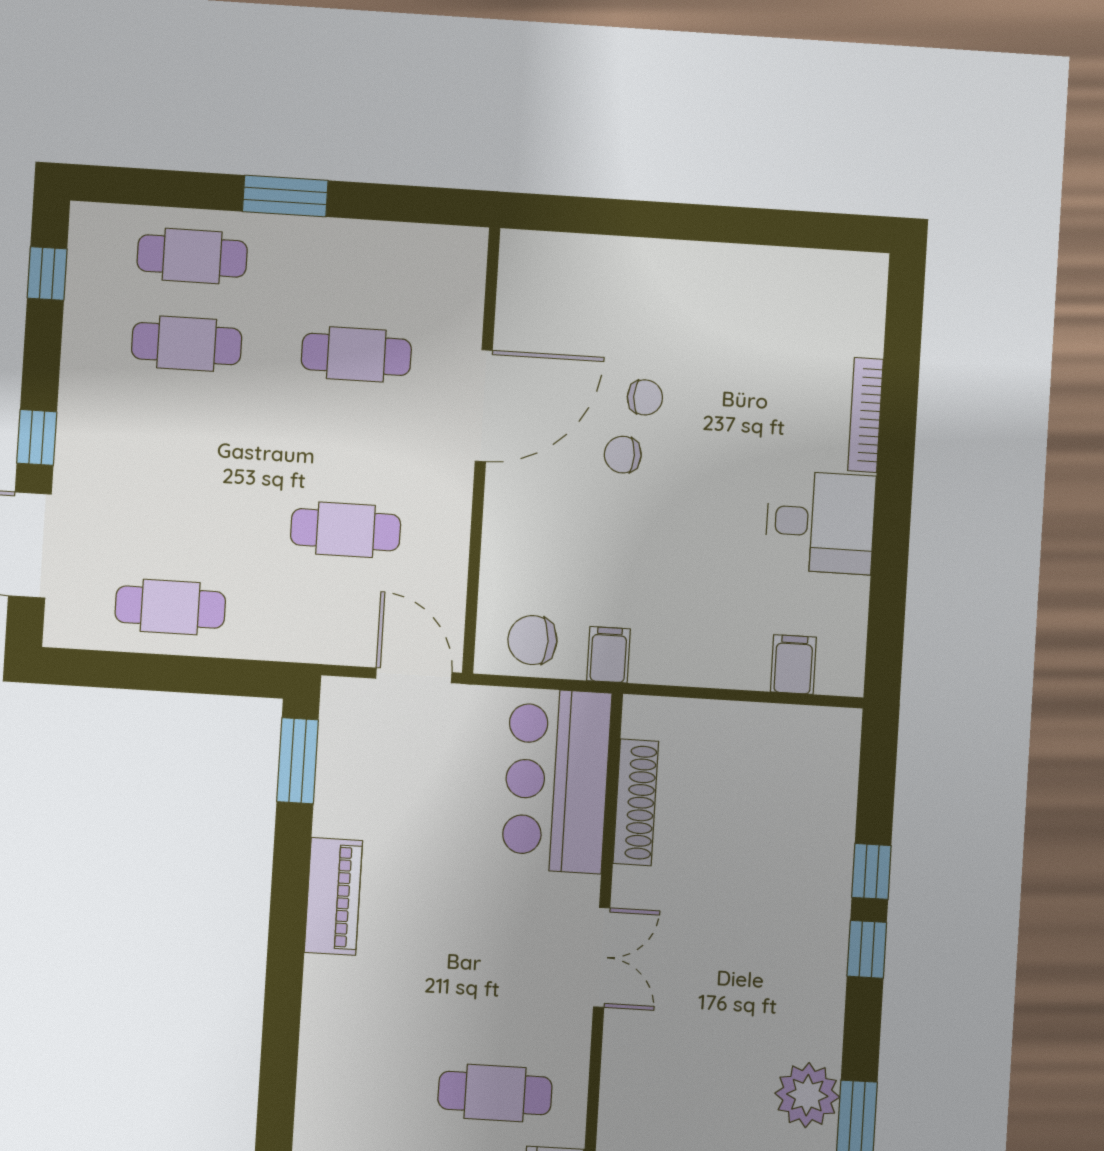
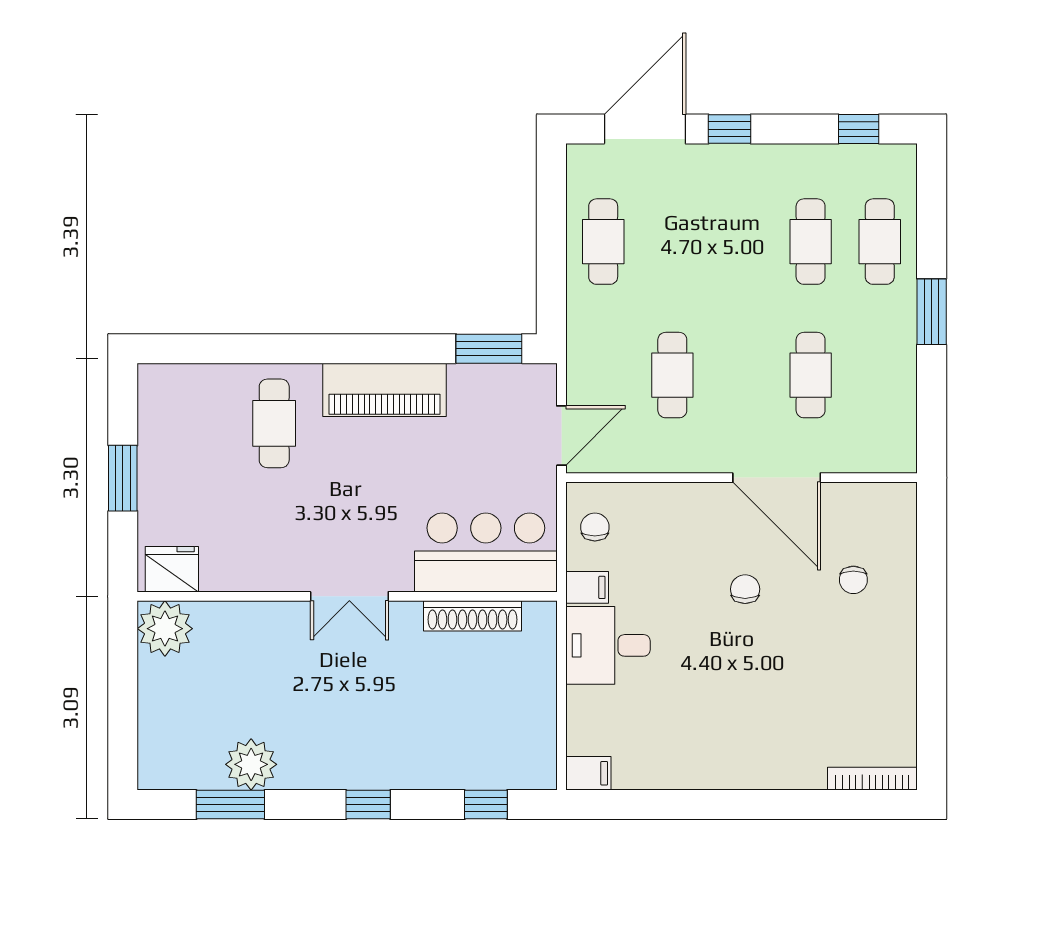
chair: (645, 397) -> (853, 580), moved
bookcase: (866, 415) -> (872, 779), moved
desk: (820, 522) -> (608, 645), moved, turned 90
chair: (532, 640) -> (595, 527), width x0.73, depth x0.73
filing cabinet: (793, 665) -> (588, 773), moved
window: (871, 871) -> (486, 805), moved
piano: (333, 896) -> (384, 390), width x1.37, depth x1.33
cafe table: (495, 1093) -> (274, 423), moved

